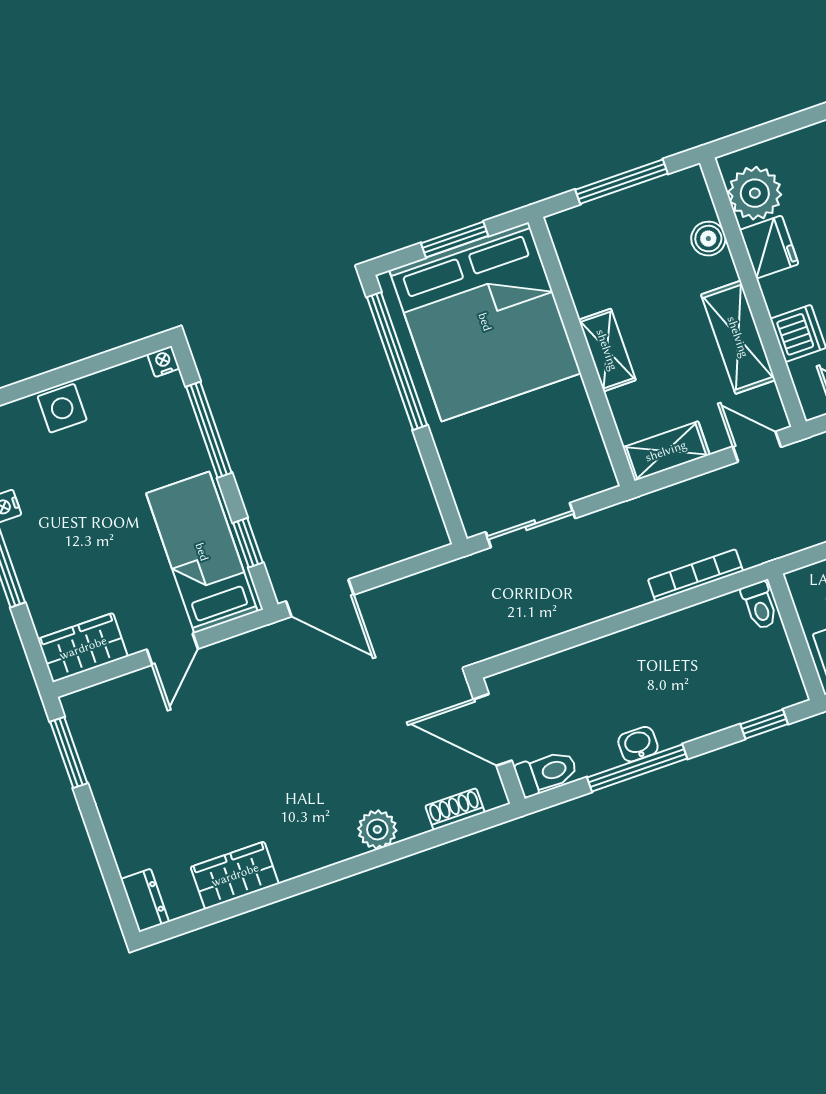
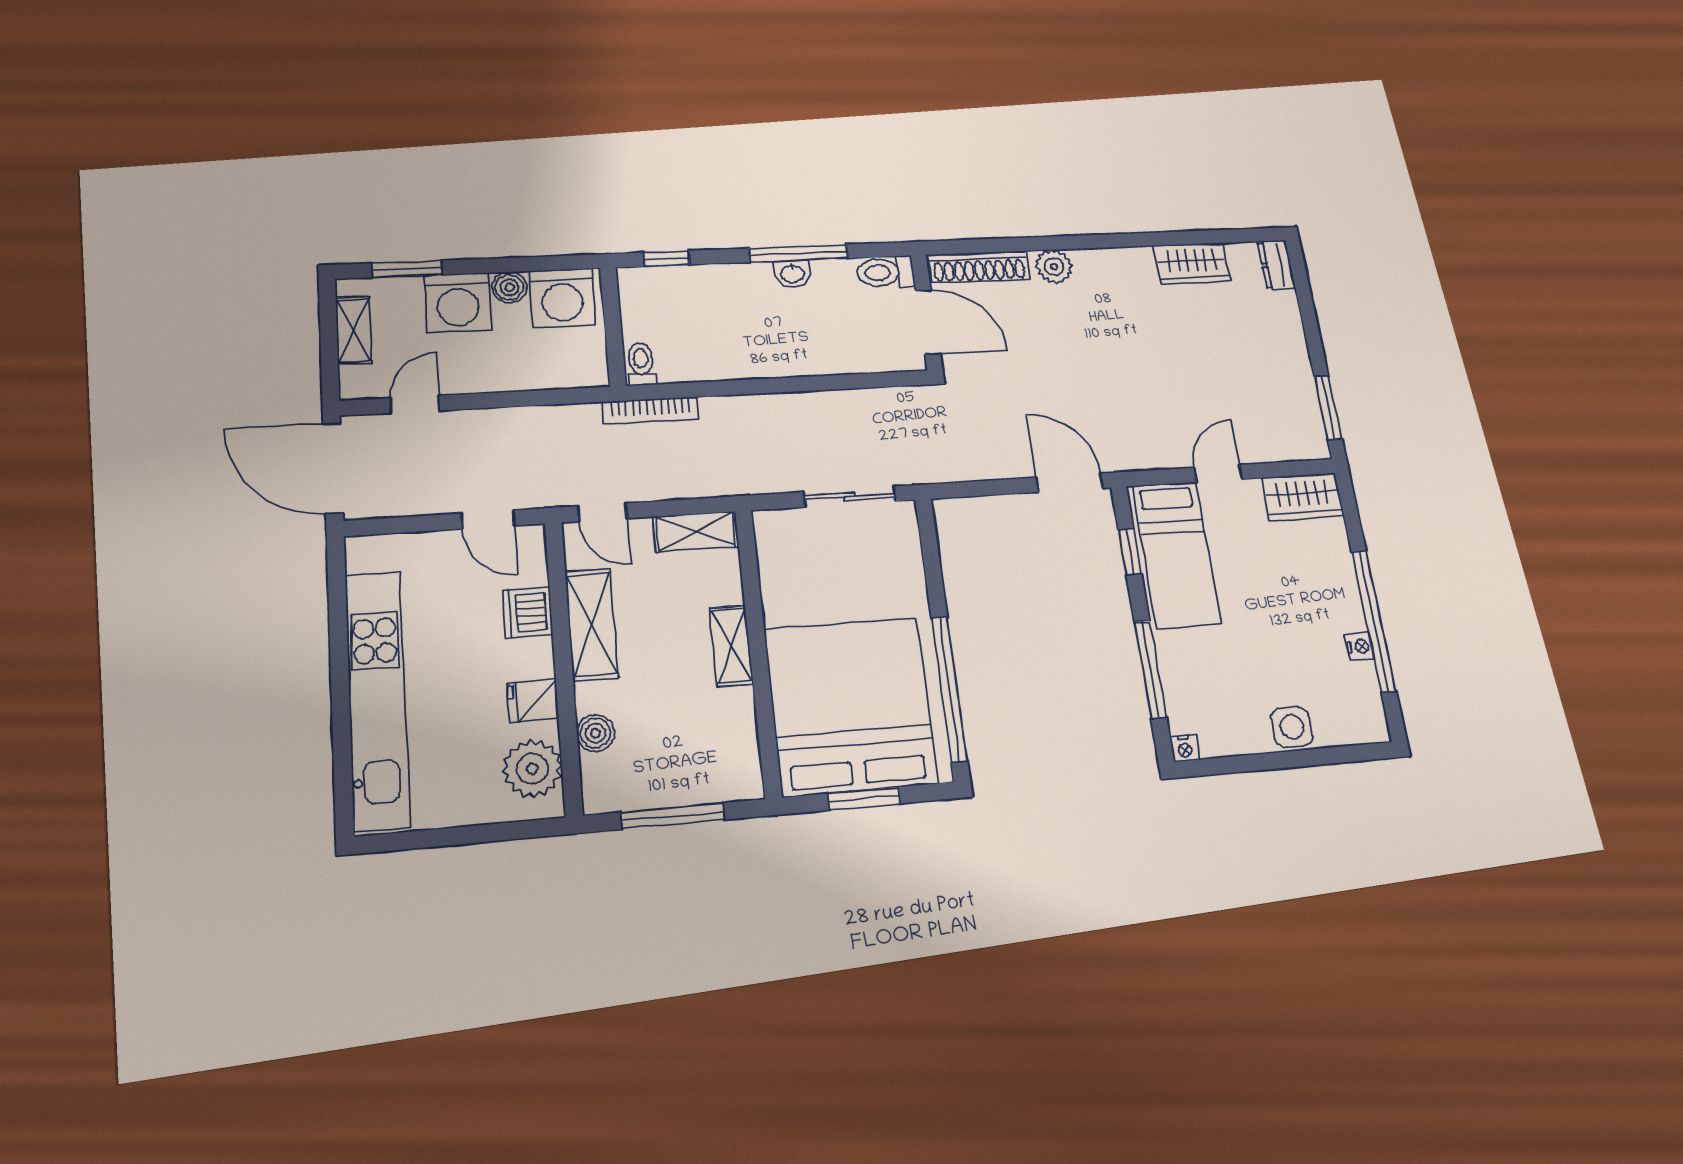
fridge: (769, 247) -> (533, 701), width x0.72
bookcase: (696, 575) -> (651, 410), moved
shoe rack: (455, 809) -> (979, 267), width x1.94, depth x1.24

